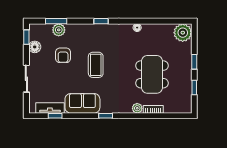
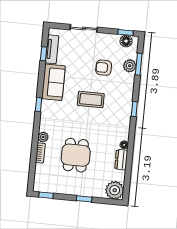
dresser: (152, 29) -> (121, 160), added
floor lamp: (35, 47) -> (126, 41), moved
dining table: (152, 74) -> (76, 155), width x0.73
window: (194, 87) -> (46, 195), moved

